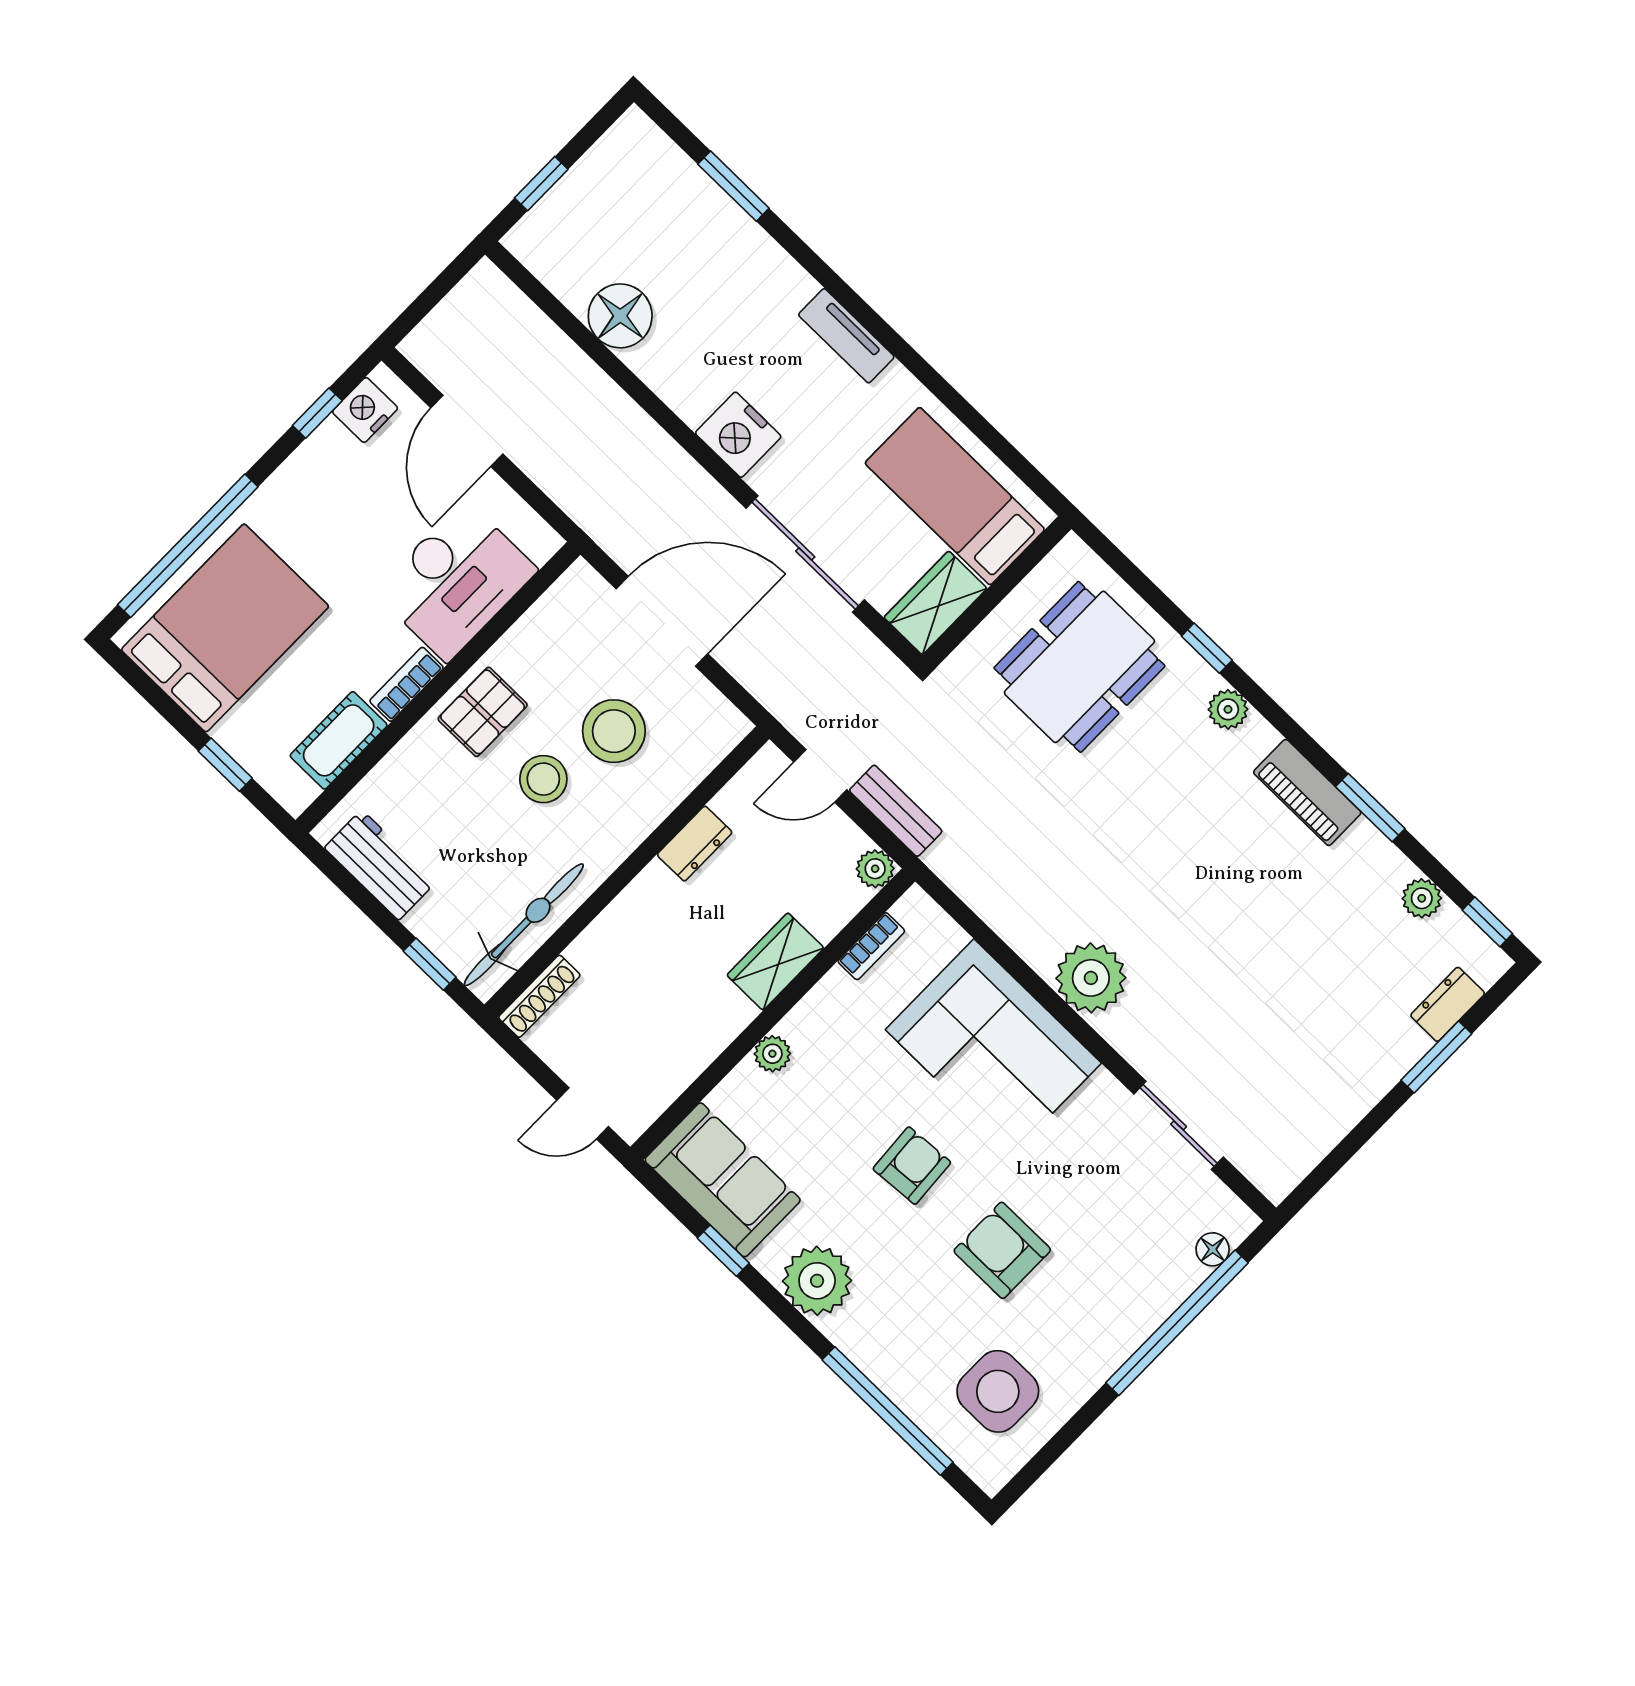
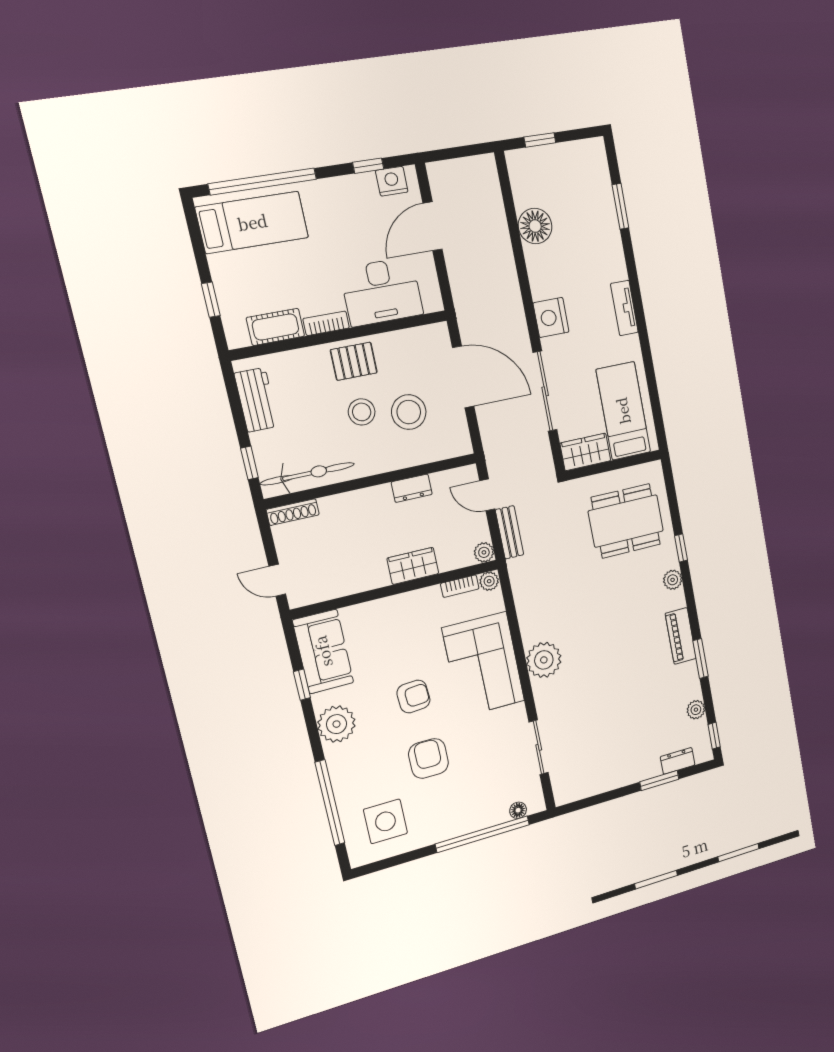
bed: (225, 628) -> (252, 222), width x0.67
plant: (772, 1054) -> (489, 581), moved

